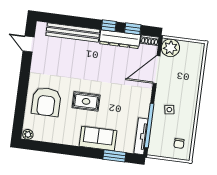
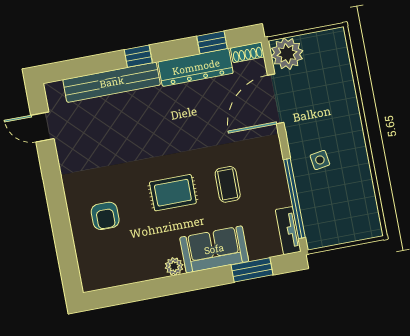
window: (109, 26) -> (138, 56), moved
armchair: (46, 102) -> (105, 216), width x0.53, depth x0.53
coffee table: (116, 107) -> (228, 184), added
plant: (28, 134) -> (174, 266), moved
tv unit: (141, 136) -> (288, 231), width x0.71
chair: (179, 143) -> (356, 212), removed

